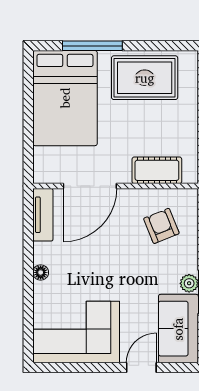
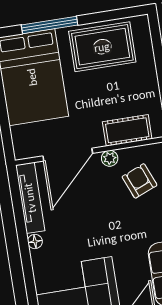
plant: (134, 197) -> (110, 158), added
tv unit: (43, 215) -> (30, 198), width x1.41

